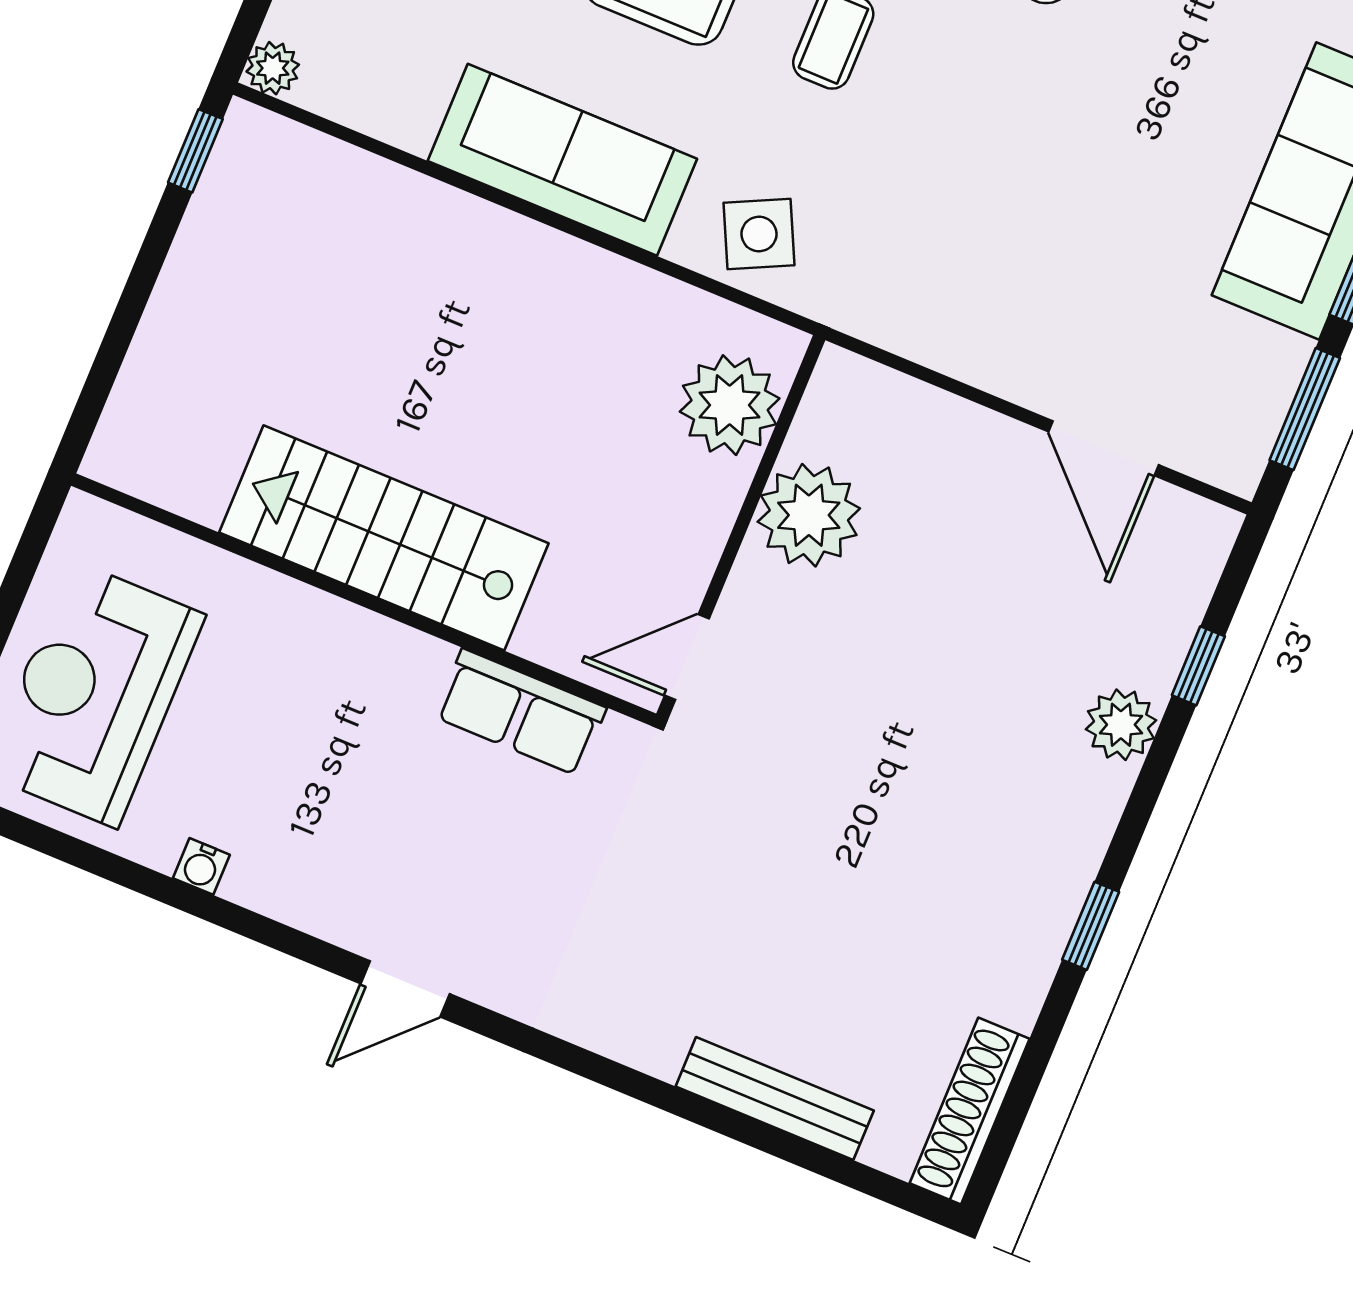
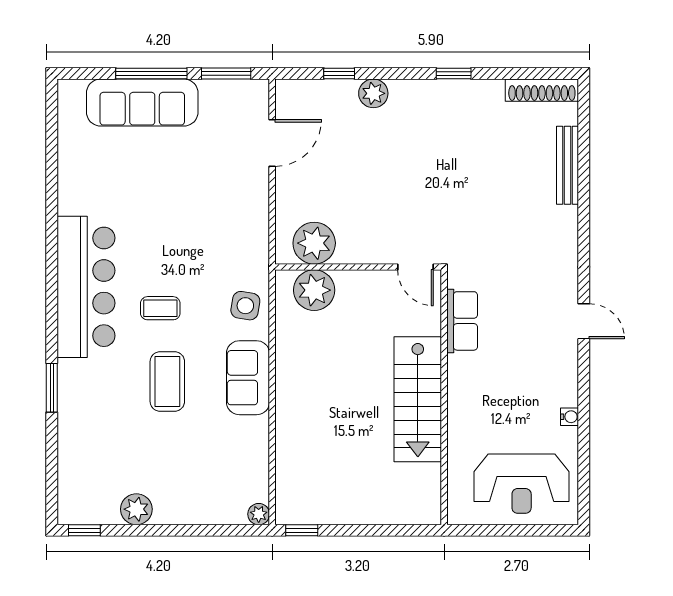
sofa: (562, 160) -> (248, 378), width x0.73
side table: (759, 234) -> (245, 306), turned 35
plant: (809, 515) -> (314, 243), moved

